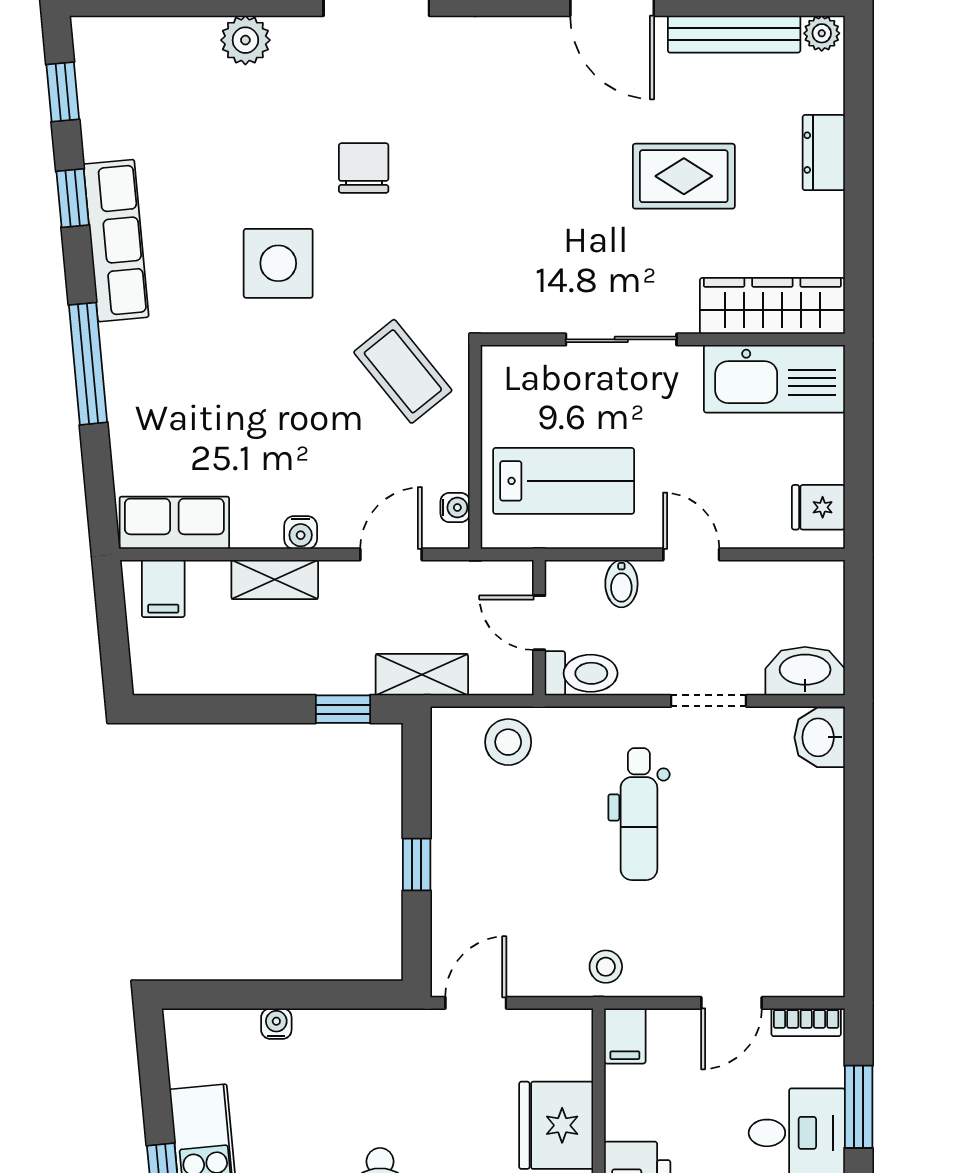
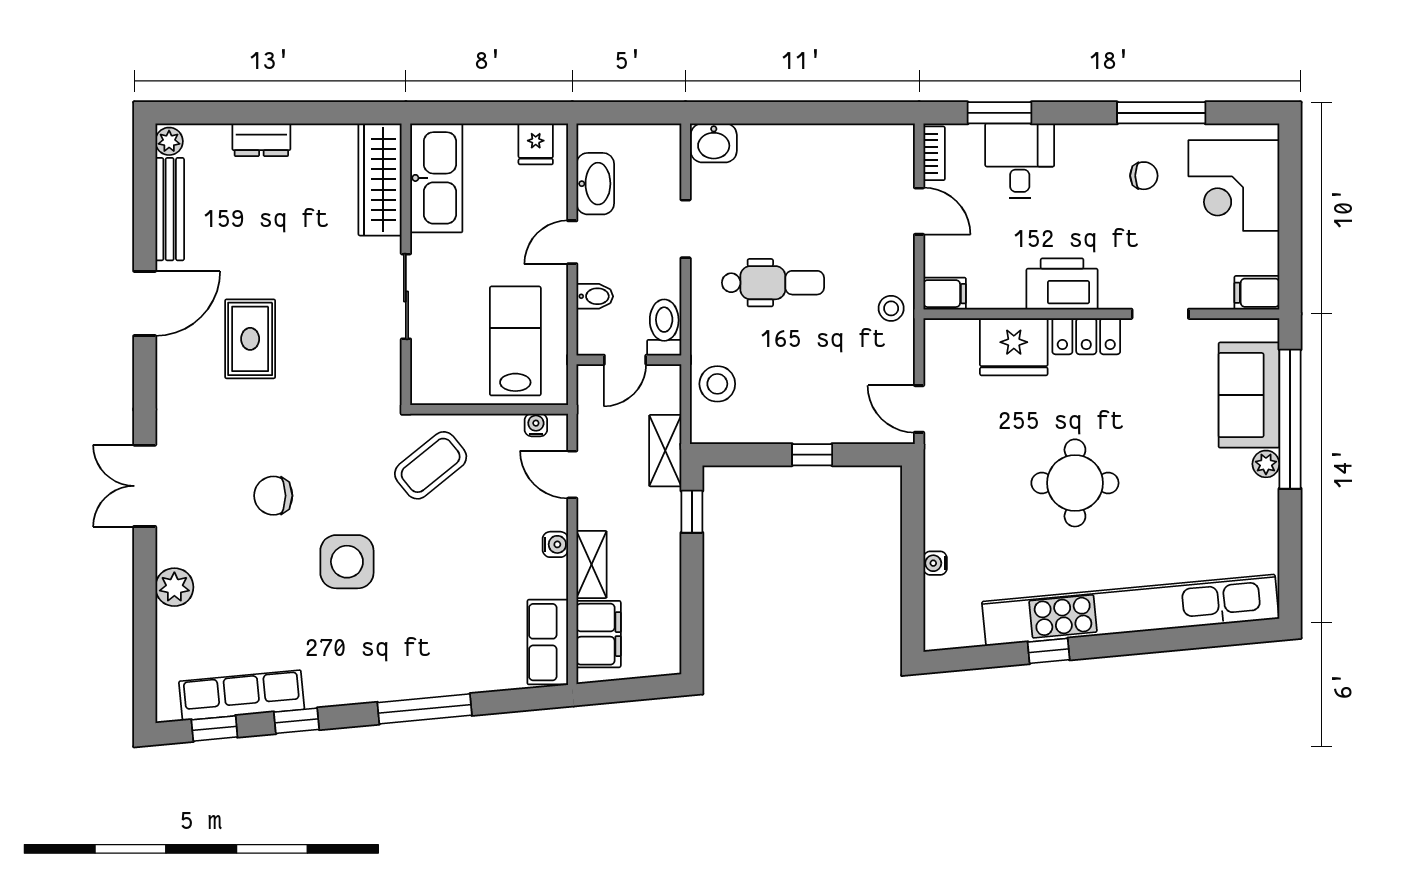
rug: (684, 176) -> (250, 339), moved
row of seats: (116, 241) -> (242, 695), moved
filing cabinet: (163, 589) -> (599, 634), width x2.00
washbasin: (805, 671) -> (595, 184), moved, turned 180

